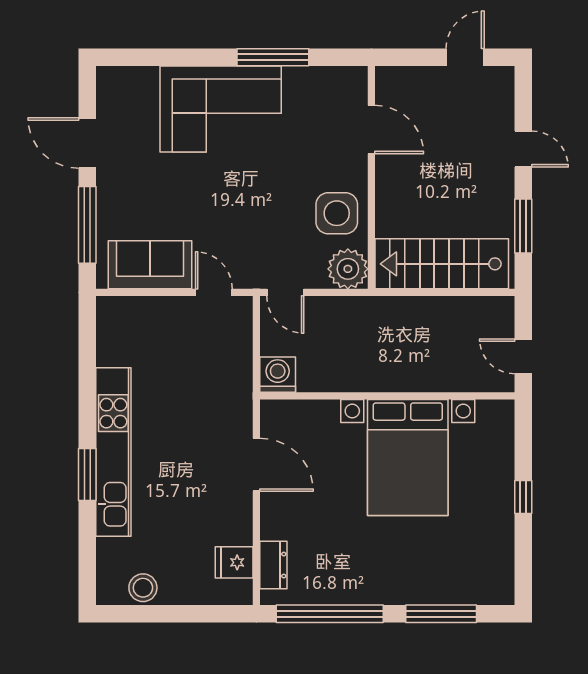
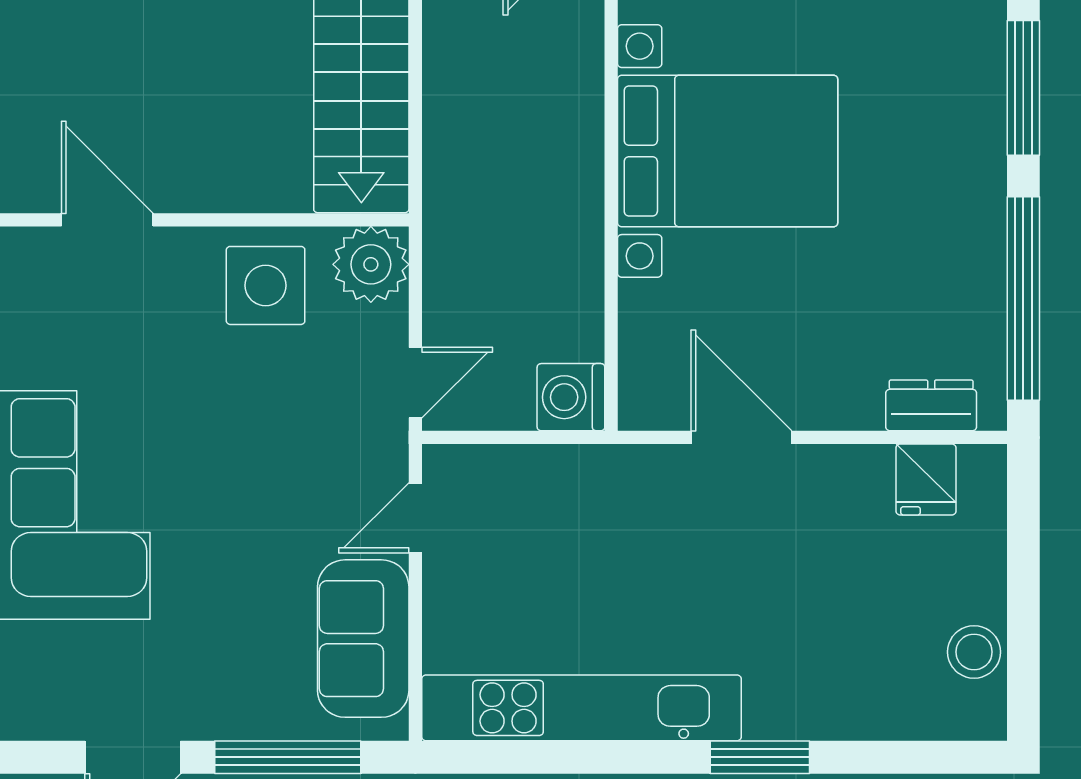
door: (371, 130) -> (107, 220), hinge flipped
kitchen unit: (113, 452) -> (582, 708), moved
door: (256, 465) -> (741, 437), hinge flipped

